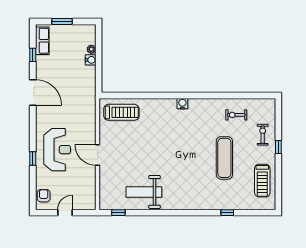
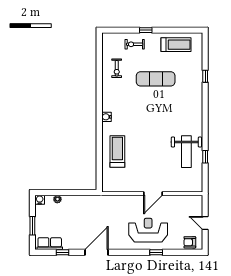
water cooler: (91, 60) -> (40, 200), moved
treadmill: (121, 112) -> (117, 152), moved
window: (118, 213) -> (205, 157), moved

